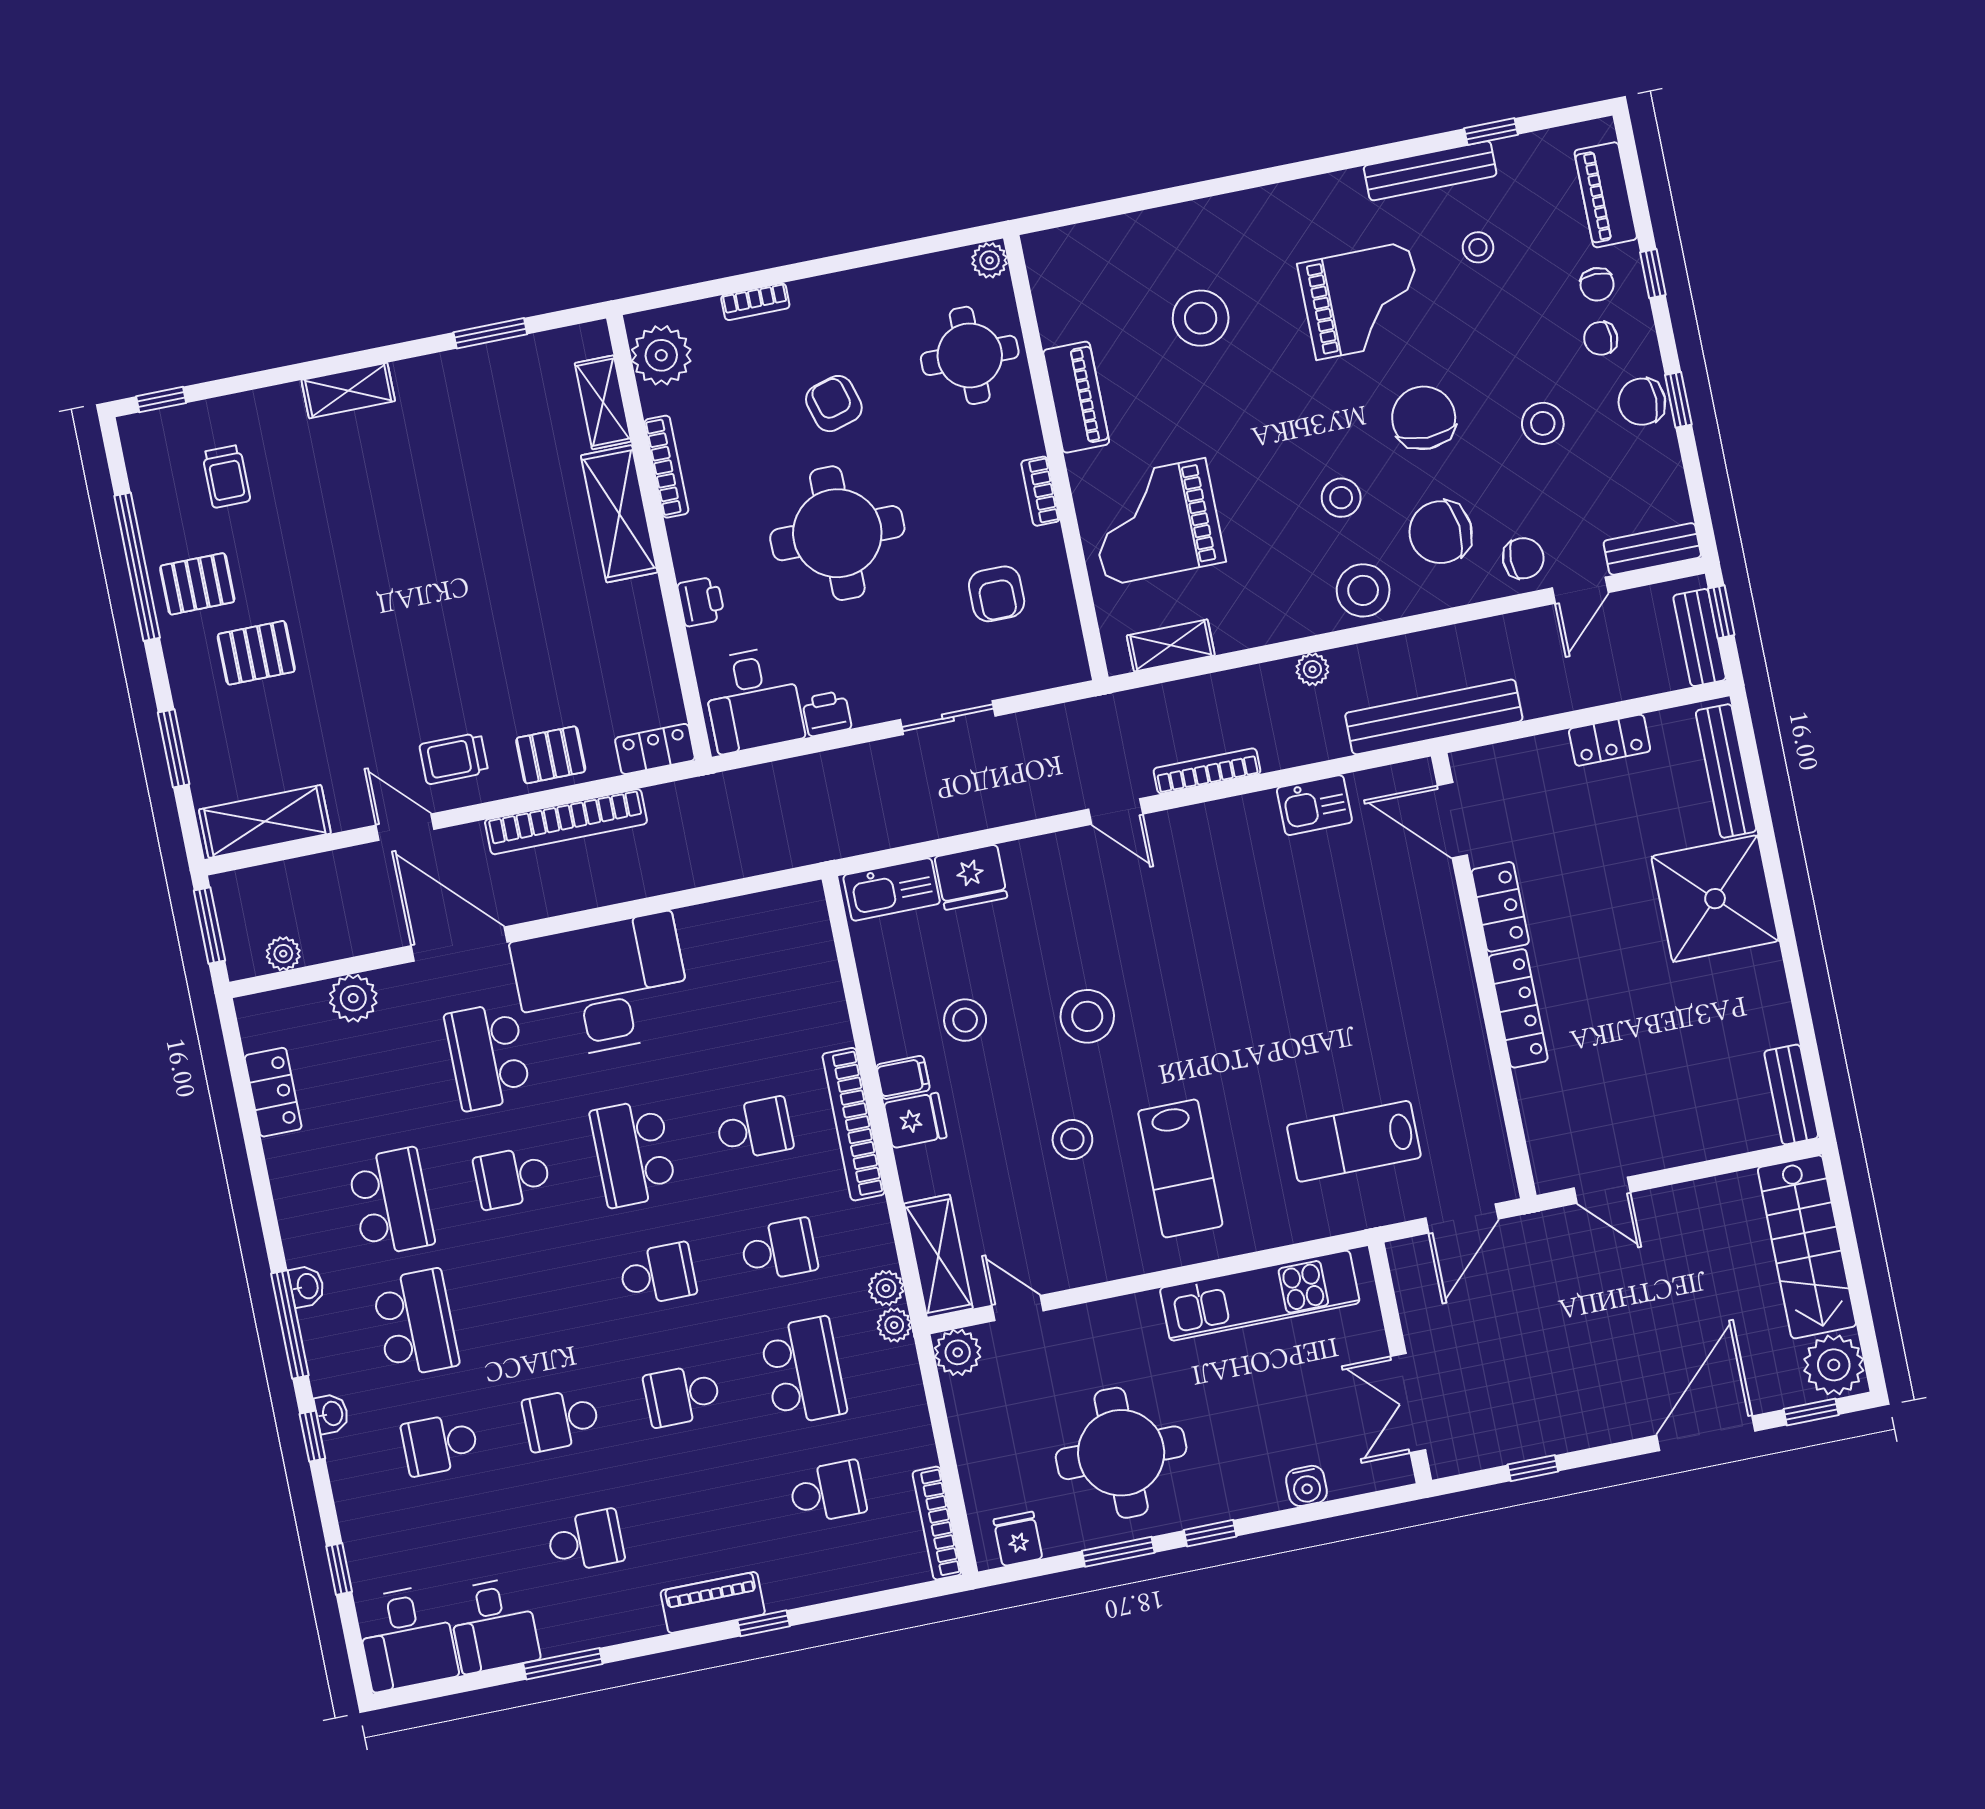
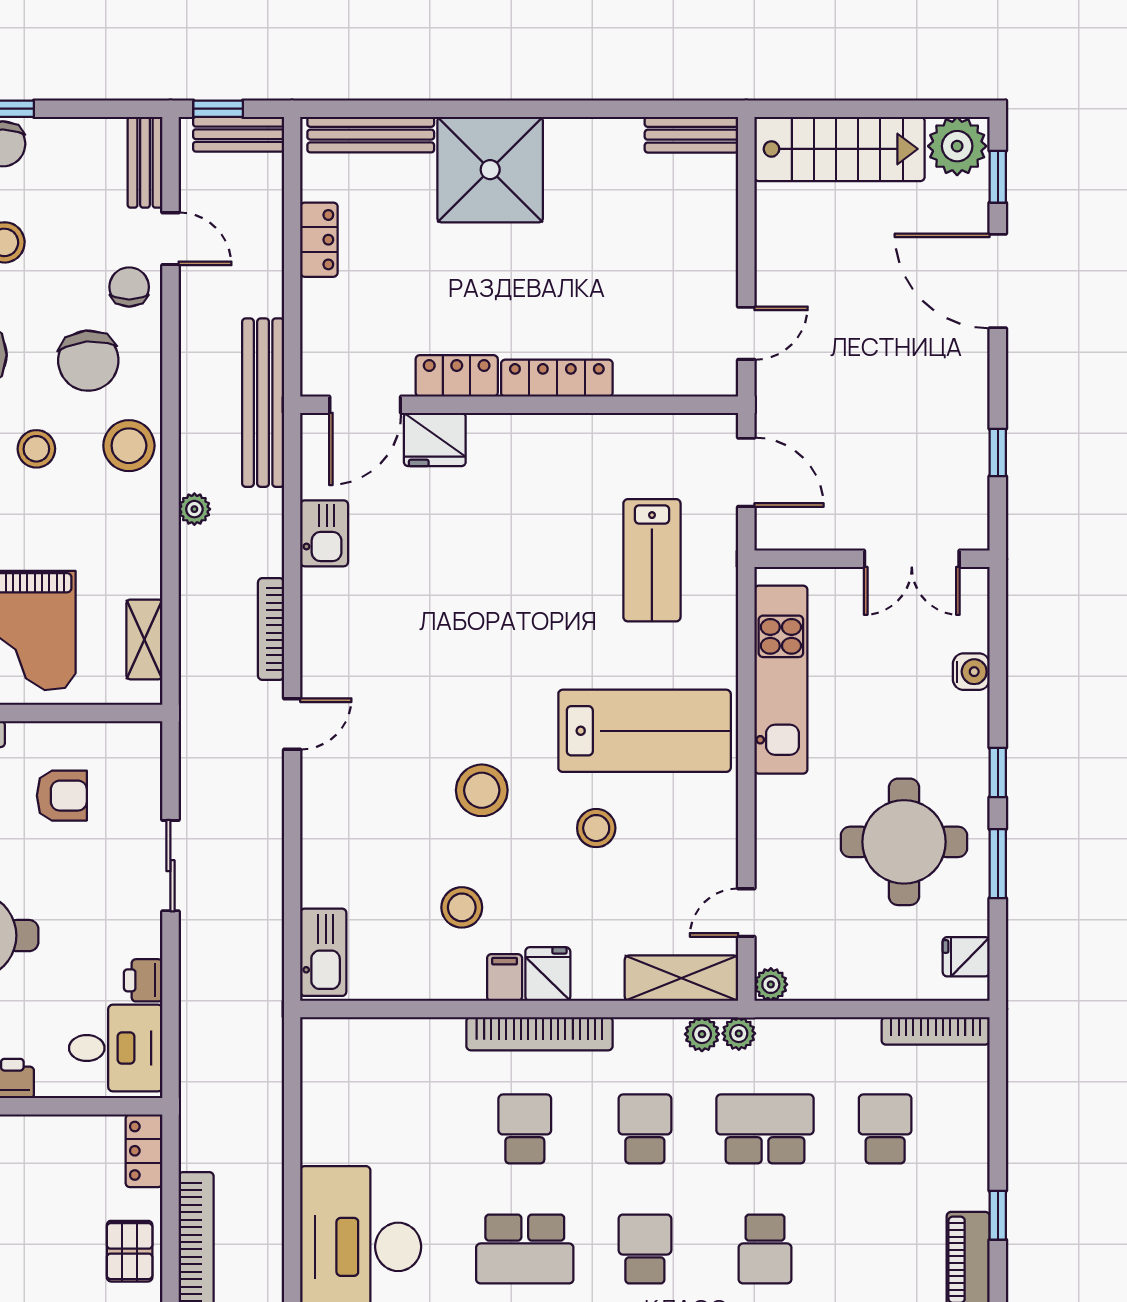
fridge: (971, 877) -> (435, 439), moved, turned 90
lab bench: (1180, 1168) -> (645, 731), width x1.36, depth x1.39
plant: (958, 1352) -> (771, 984), width x0.73, depth x0.73

